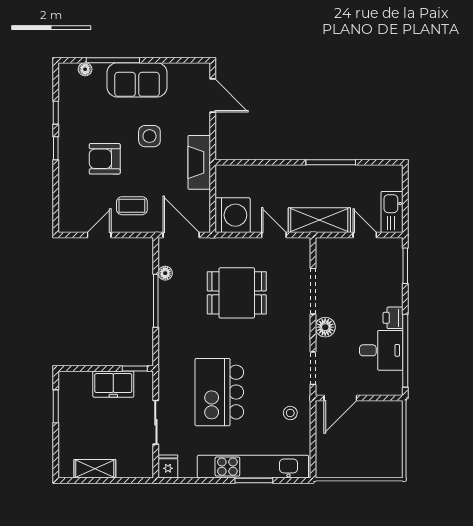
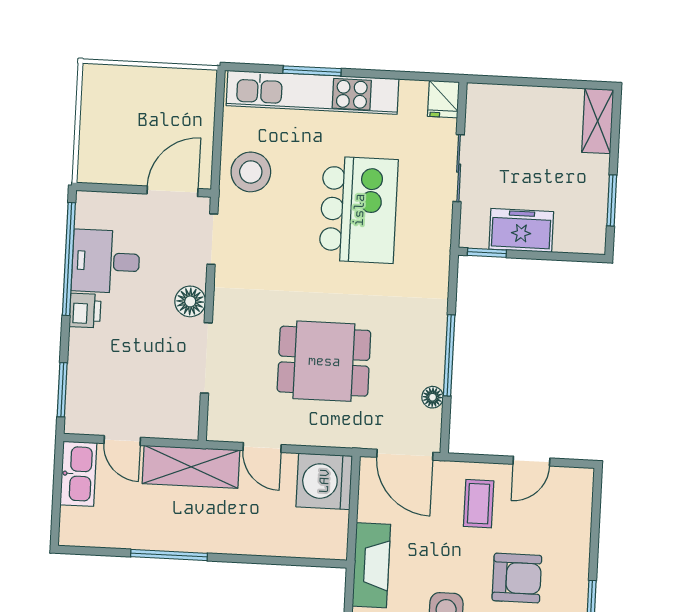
coffee table: (132, 206) -> (479, 504), turned 90
stool: (290, 413) -> (251, 172), width x1.89, depth x1.89
shelving: (95, 469) -> (598, 121), moved, turned 90

